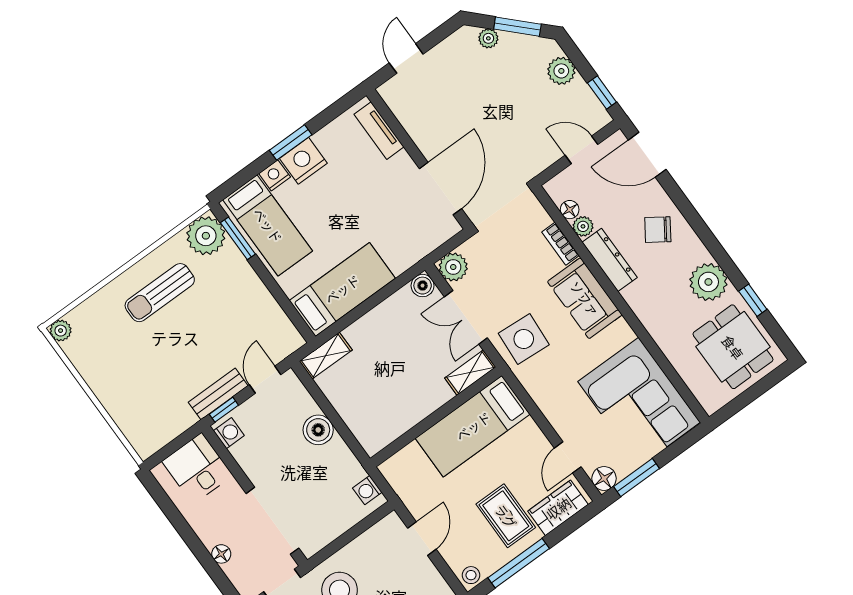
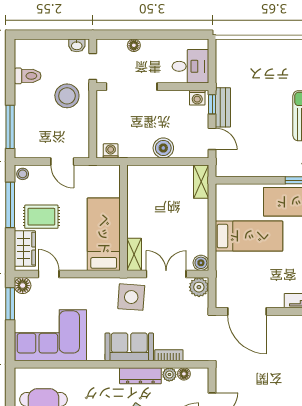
bed: (342, 289) -> (249, 236), moved, turned -90

